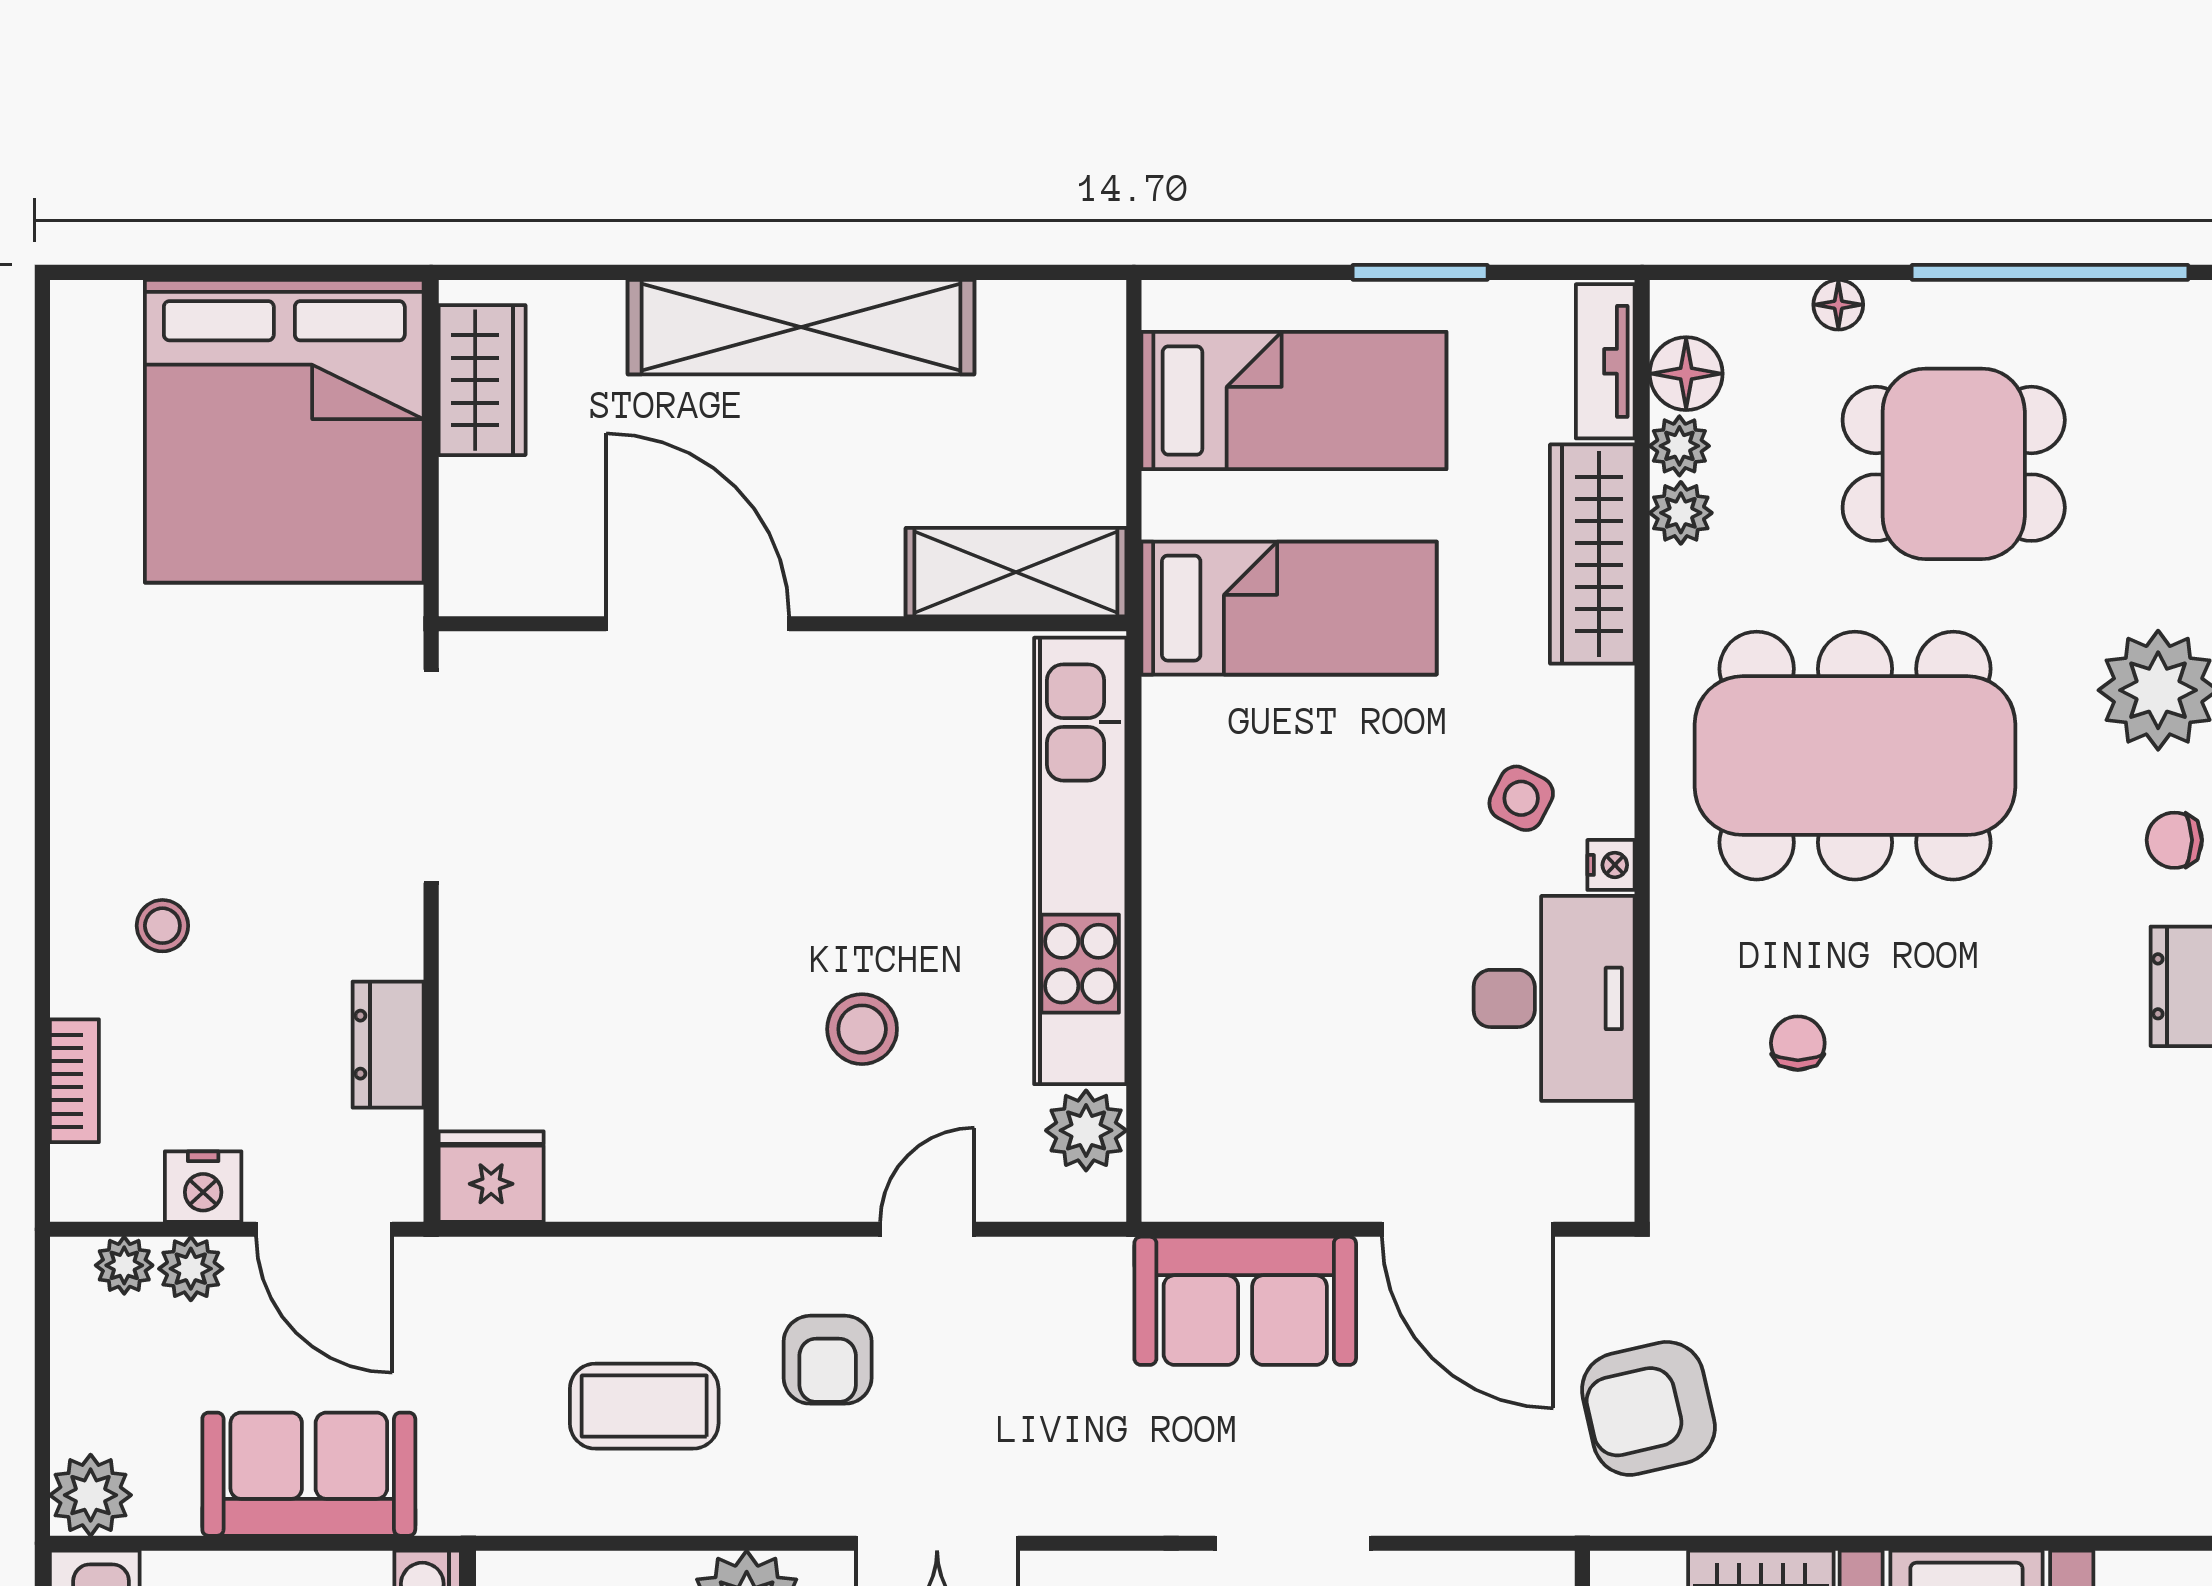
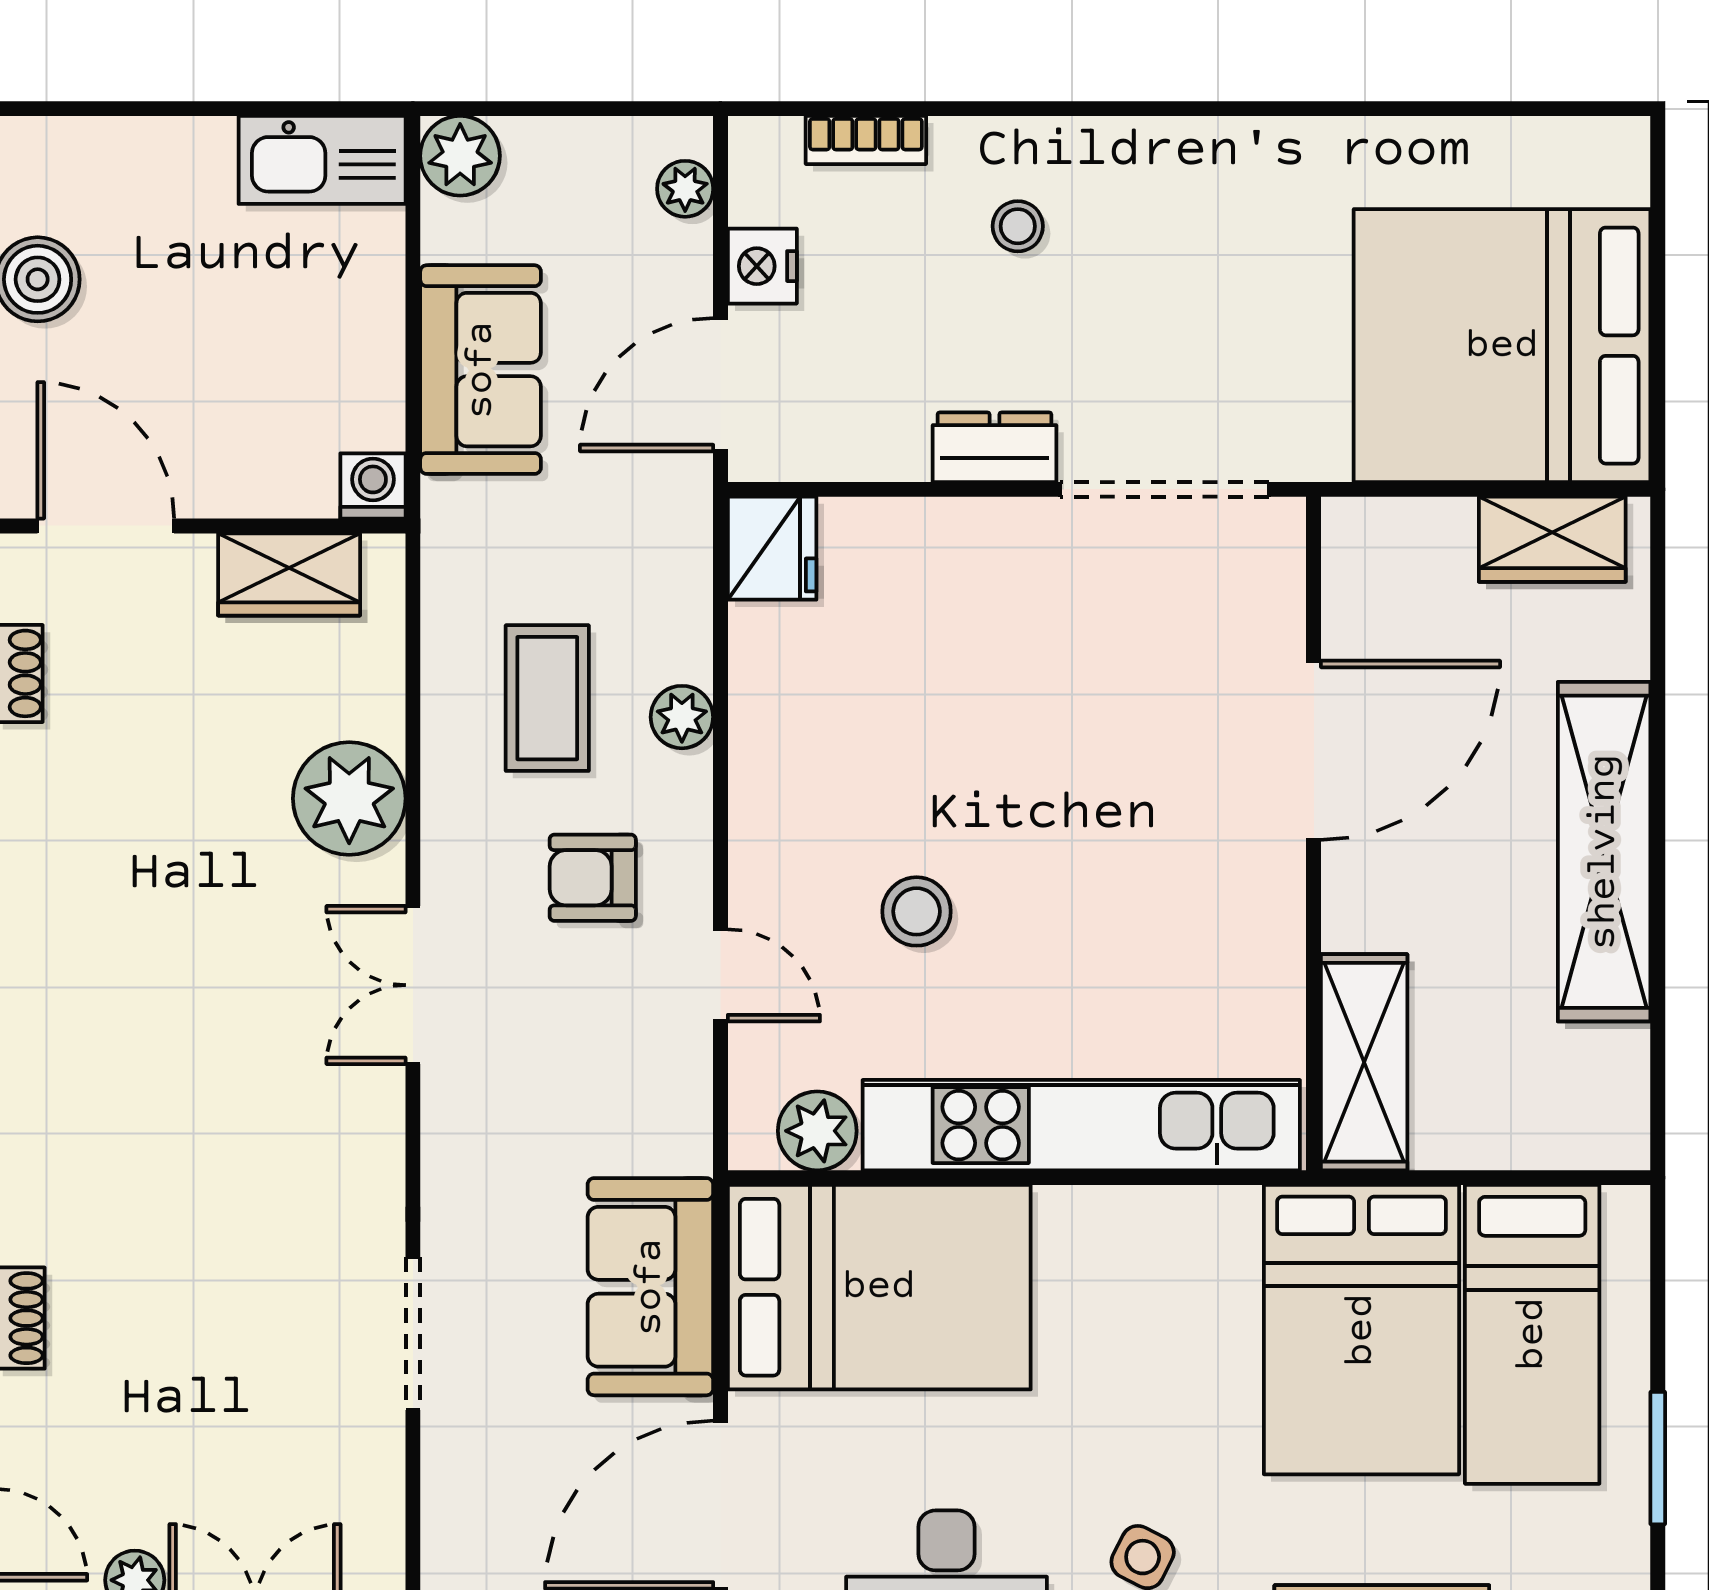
bed: (1289, 608) -> (1361, 1330), width x1.50
dresser: (388, 1045) -> (994, 447), moved
bed: (1246, 1067) -> (879, 1287), added
plant: (191, 1269) -> (682, 717), moved

